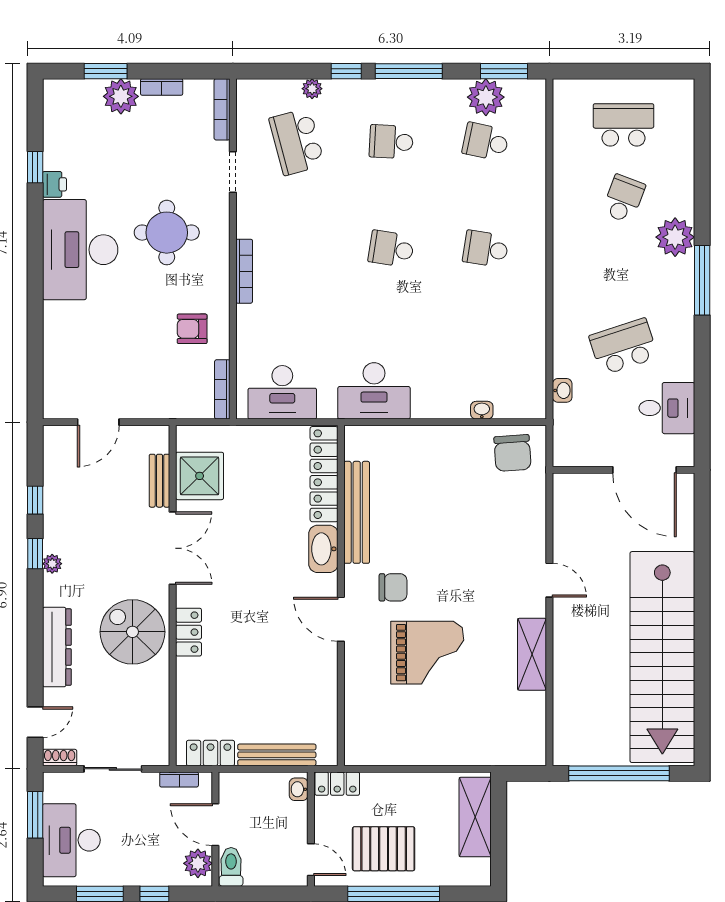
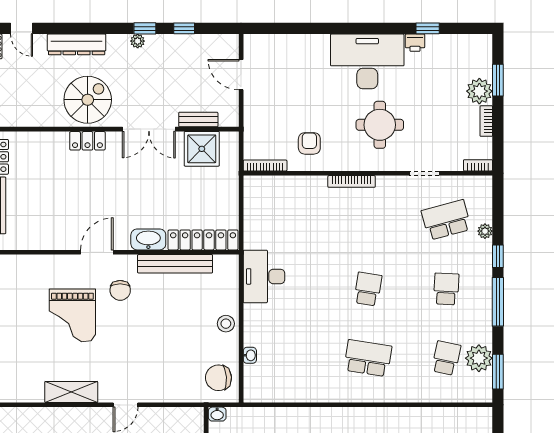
bookcase: (222, 109) -> (478, 165), width x0.64
school desk: (486, 249) -> (368, 358), width x1.85
washbasin: (562, 390) -> (217, 414), moved
desk: (282, 392) -> (263, 209), removed
stool: (439, 443) -> (226, 324), added

